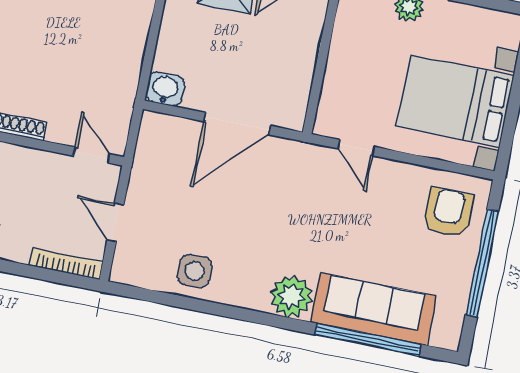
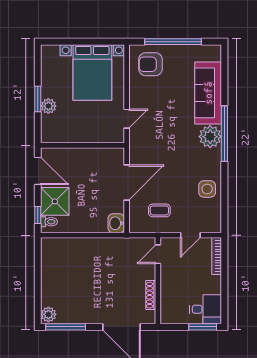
door: (237, 124) -> (127, 183), hinge flipped
coffee table: (173, 174) -> (159, 210), added
window: (368, 340) -> (224, 134), moved

